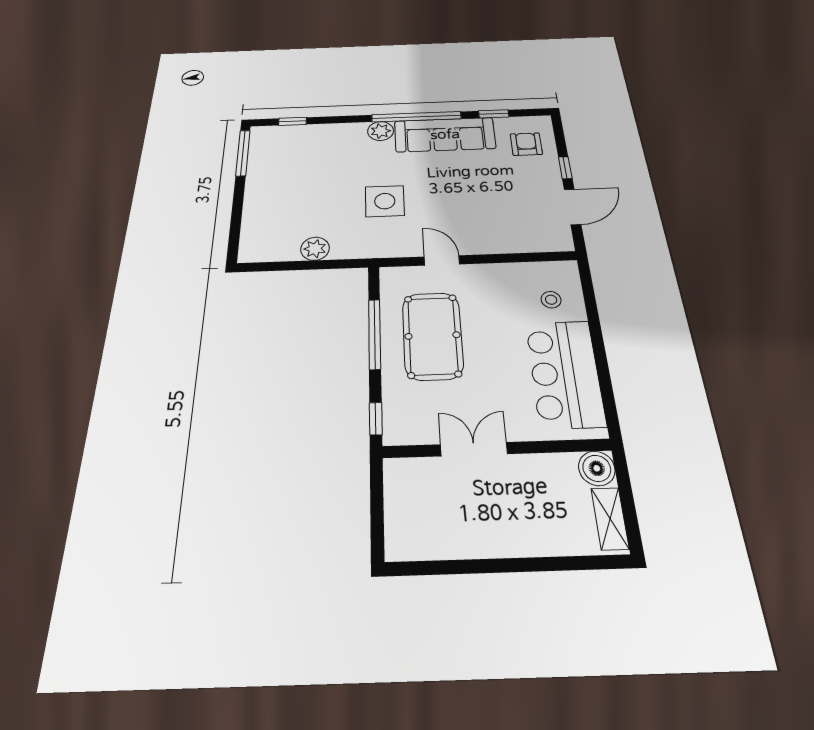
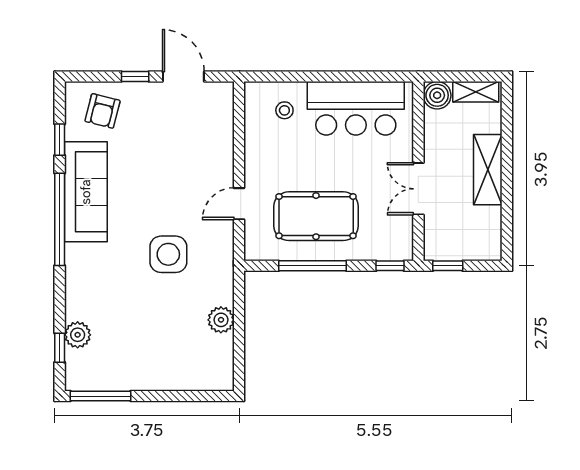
plant: (381, 131) -> (78, 335), moved
armchair: (526, 144) -> (103, 111), turned -76
window: (377, 489) -> (448, 266), added
shelving: (507, 538) -> (488, 170), added

